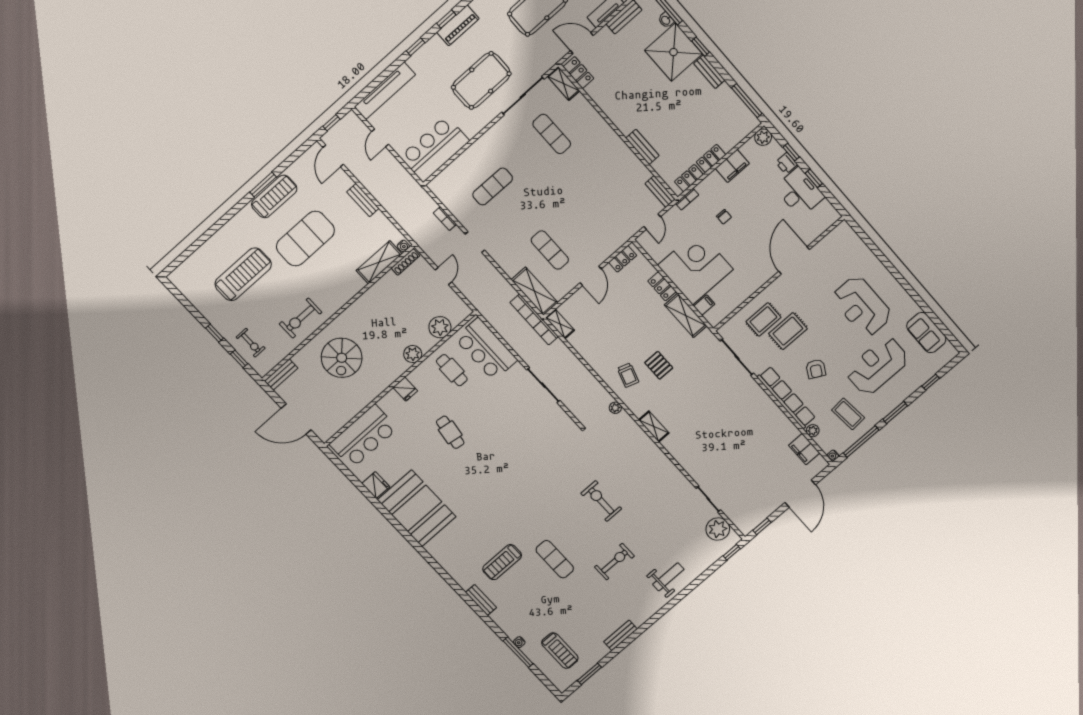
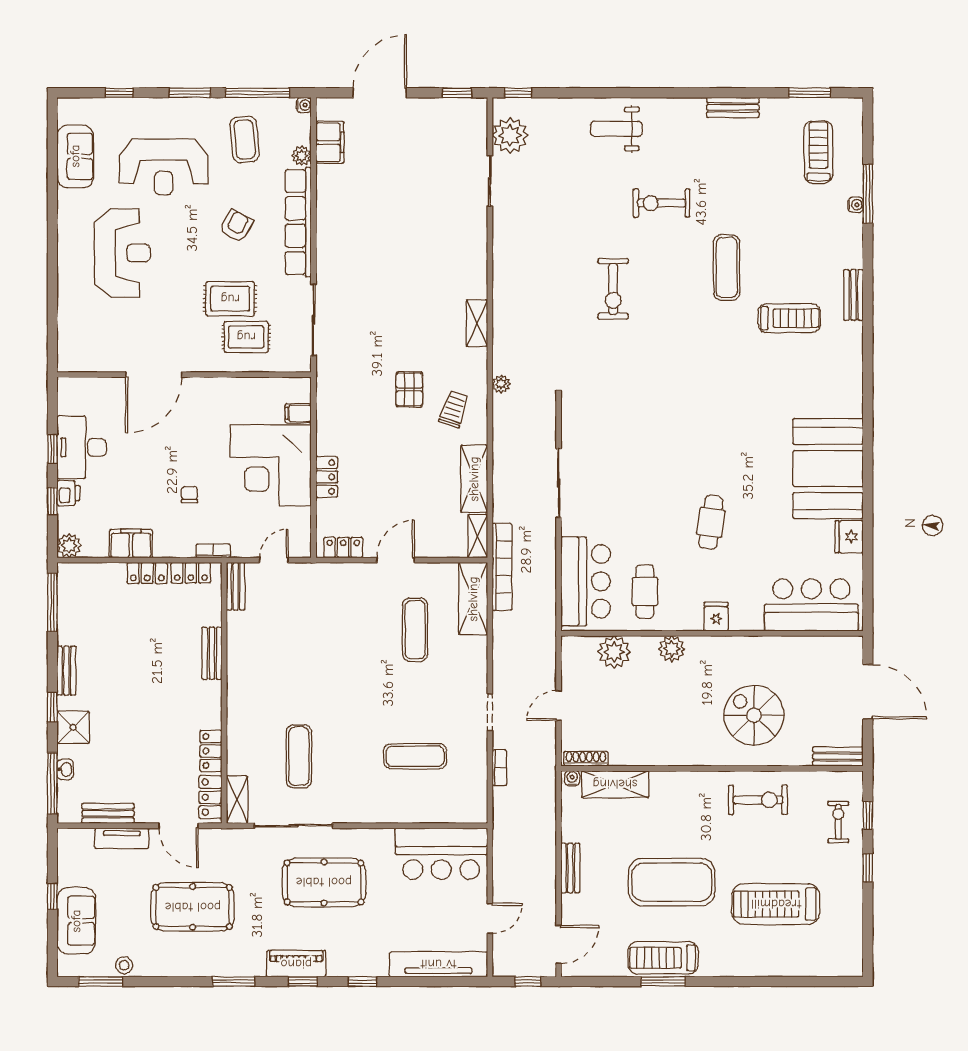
shower: (673, 52) -> (73, 727), width x0.54, depth x0.54
locker: (599, 97) -> (211, 751), added
shelving: (686, 315) -> (474, 479), moved
spiral stairs: (342, 358) -> (754, 715), turned -90

